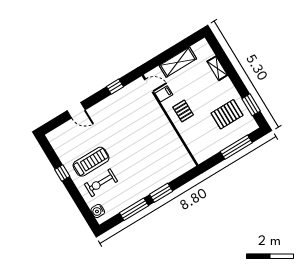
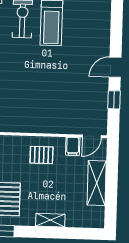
shelving: (217, 68) -> (50, 220), moved
door: (76, 110) -> (115, 67), moved

